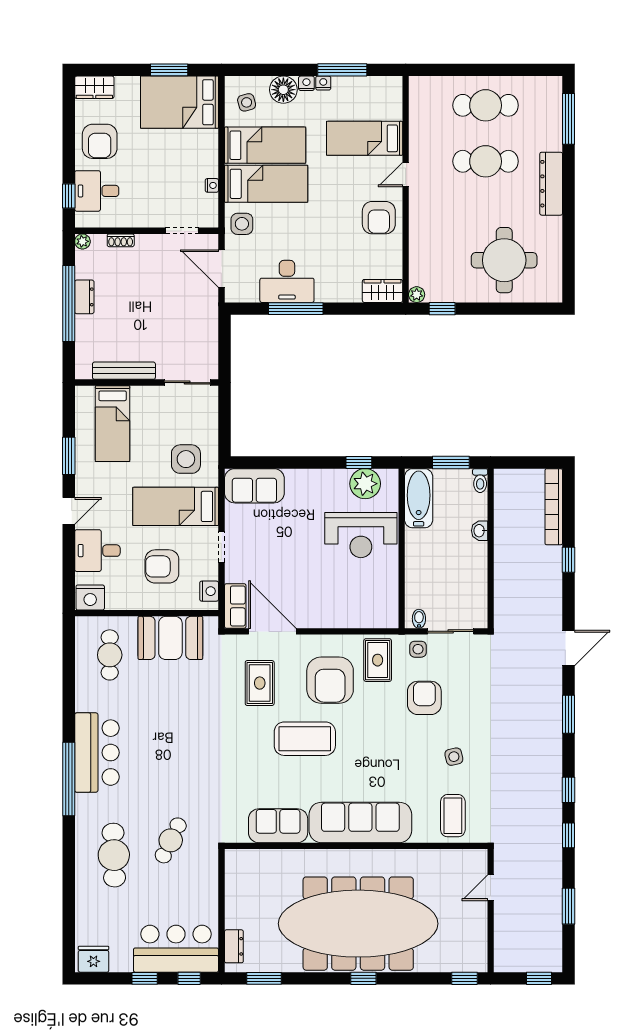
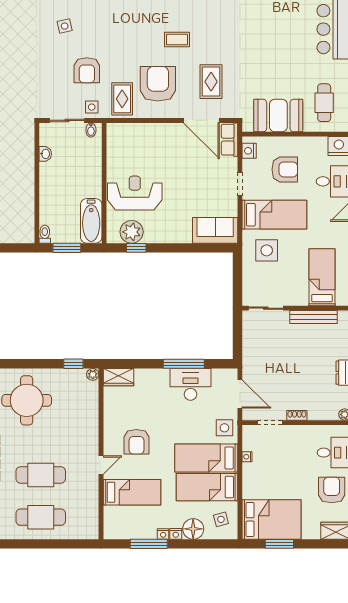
armchair: (379, 218) -> (136, 442), moved, turned 180
shoe rack: (121, 240) -> (297, 415), moved
washbasin: (480, 531) -> (45, 154), moved
coffee table: (305, 739) -> (177, 40), width x0.54, depth x0.58

